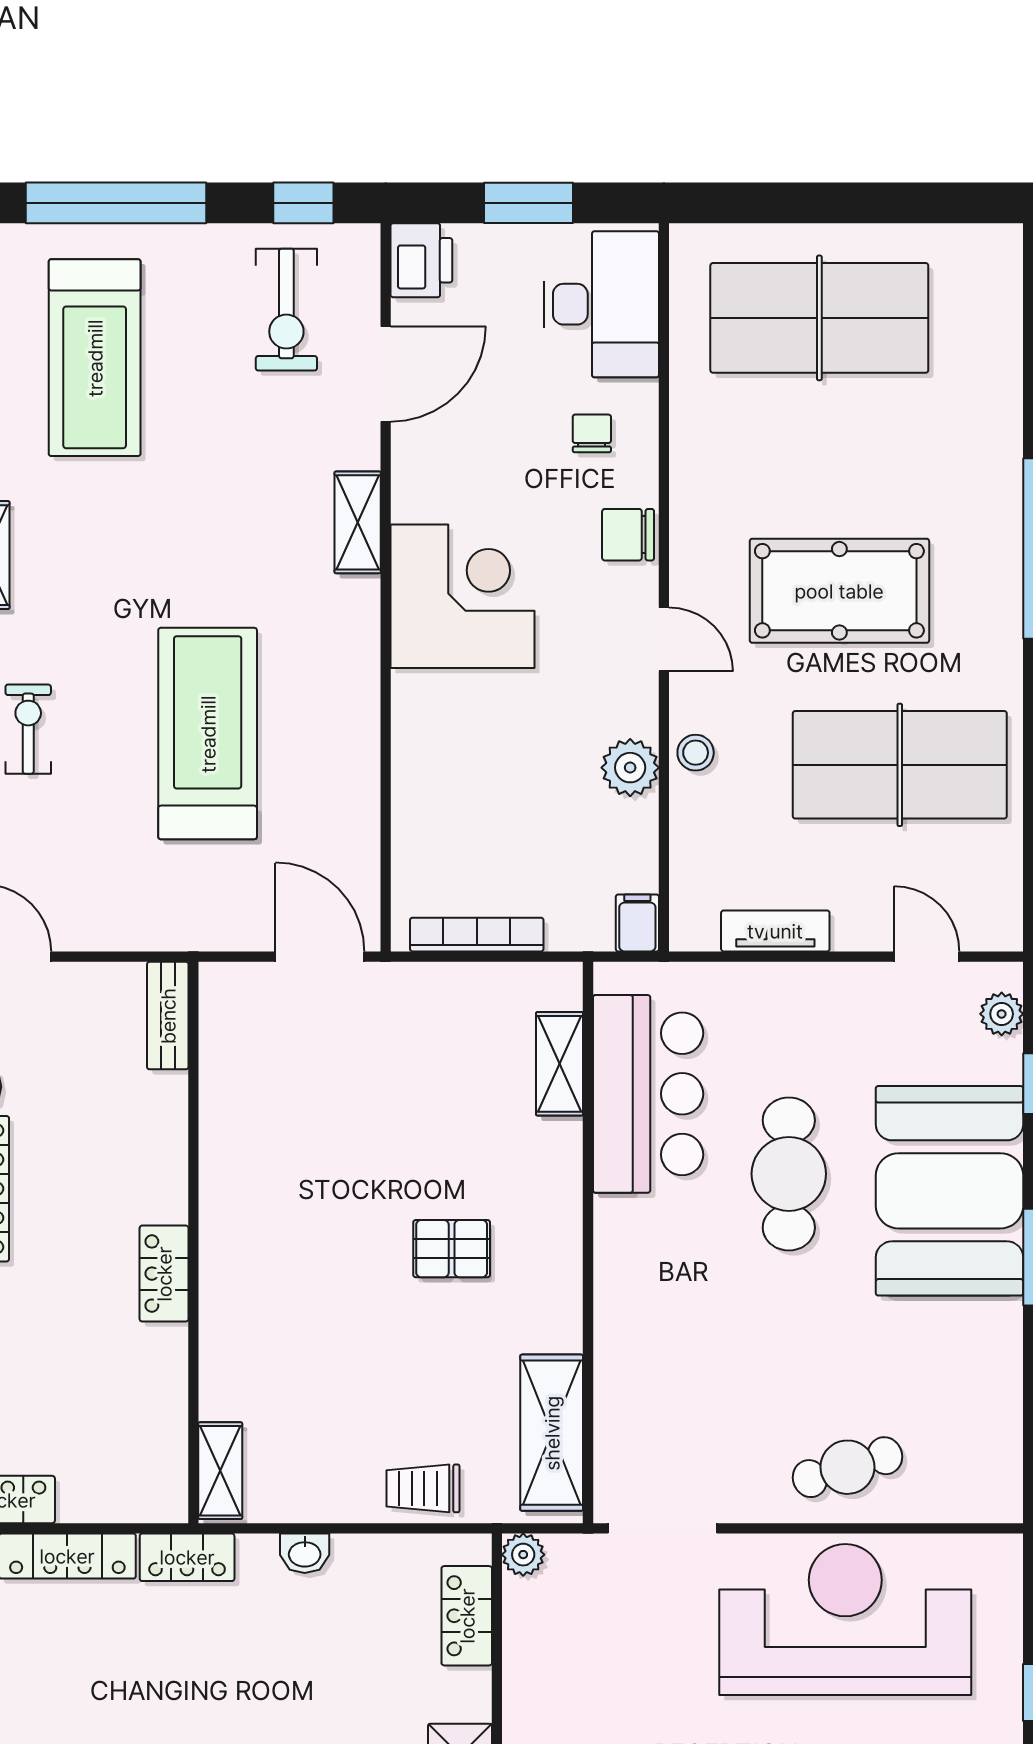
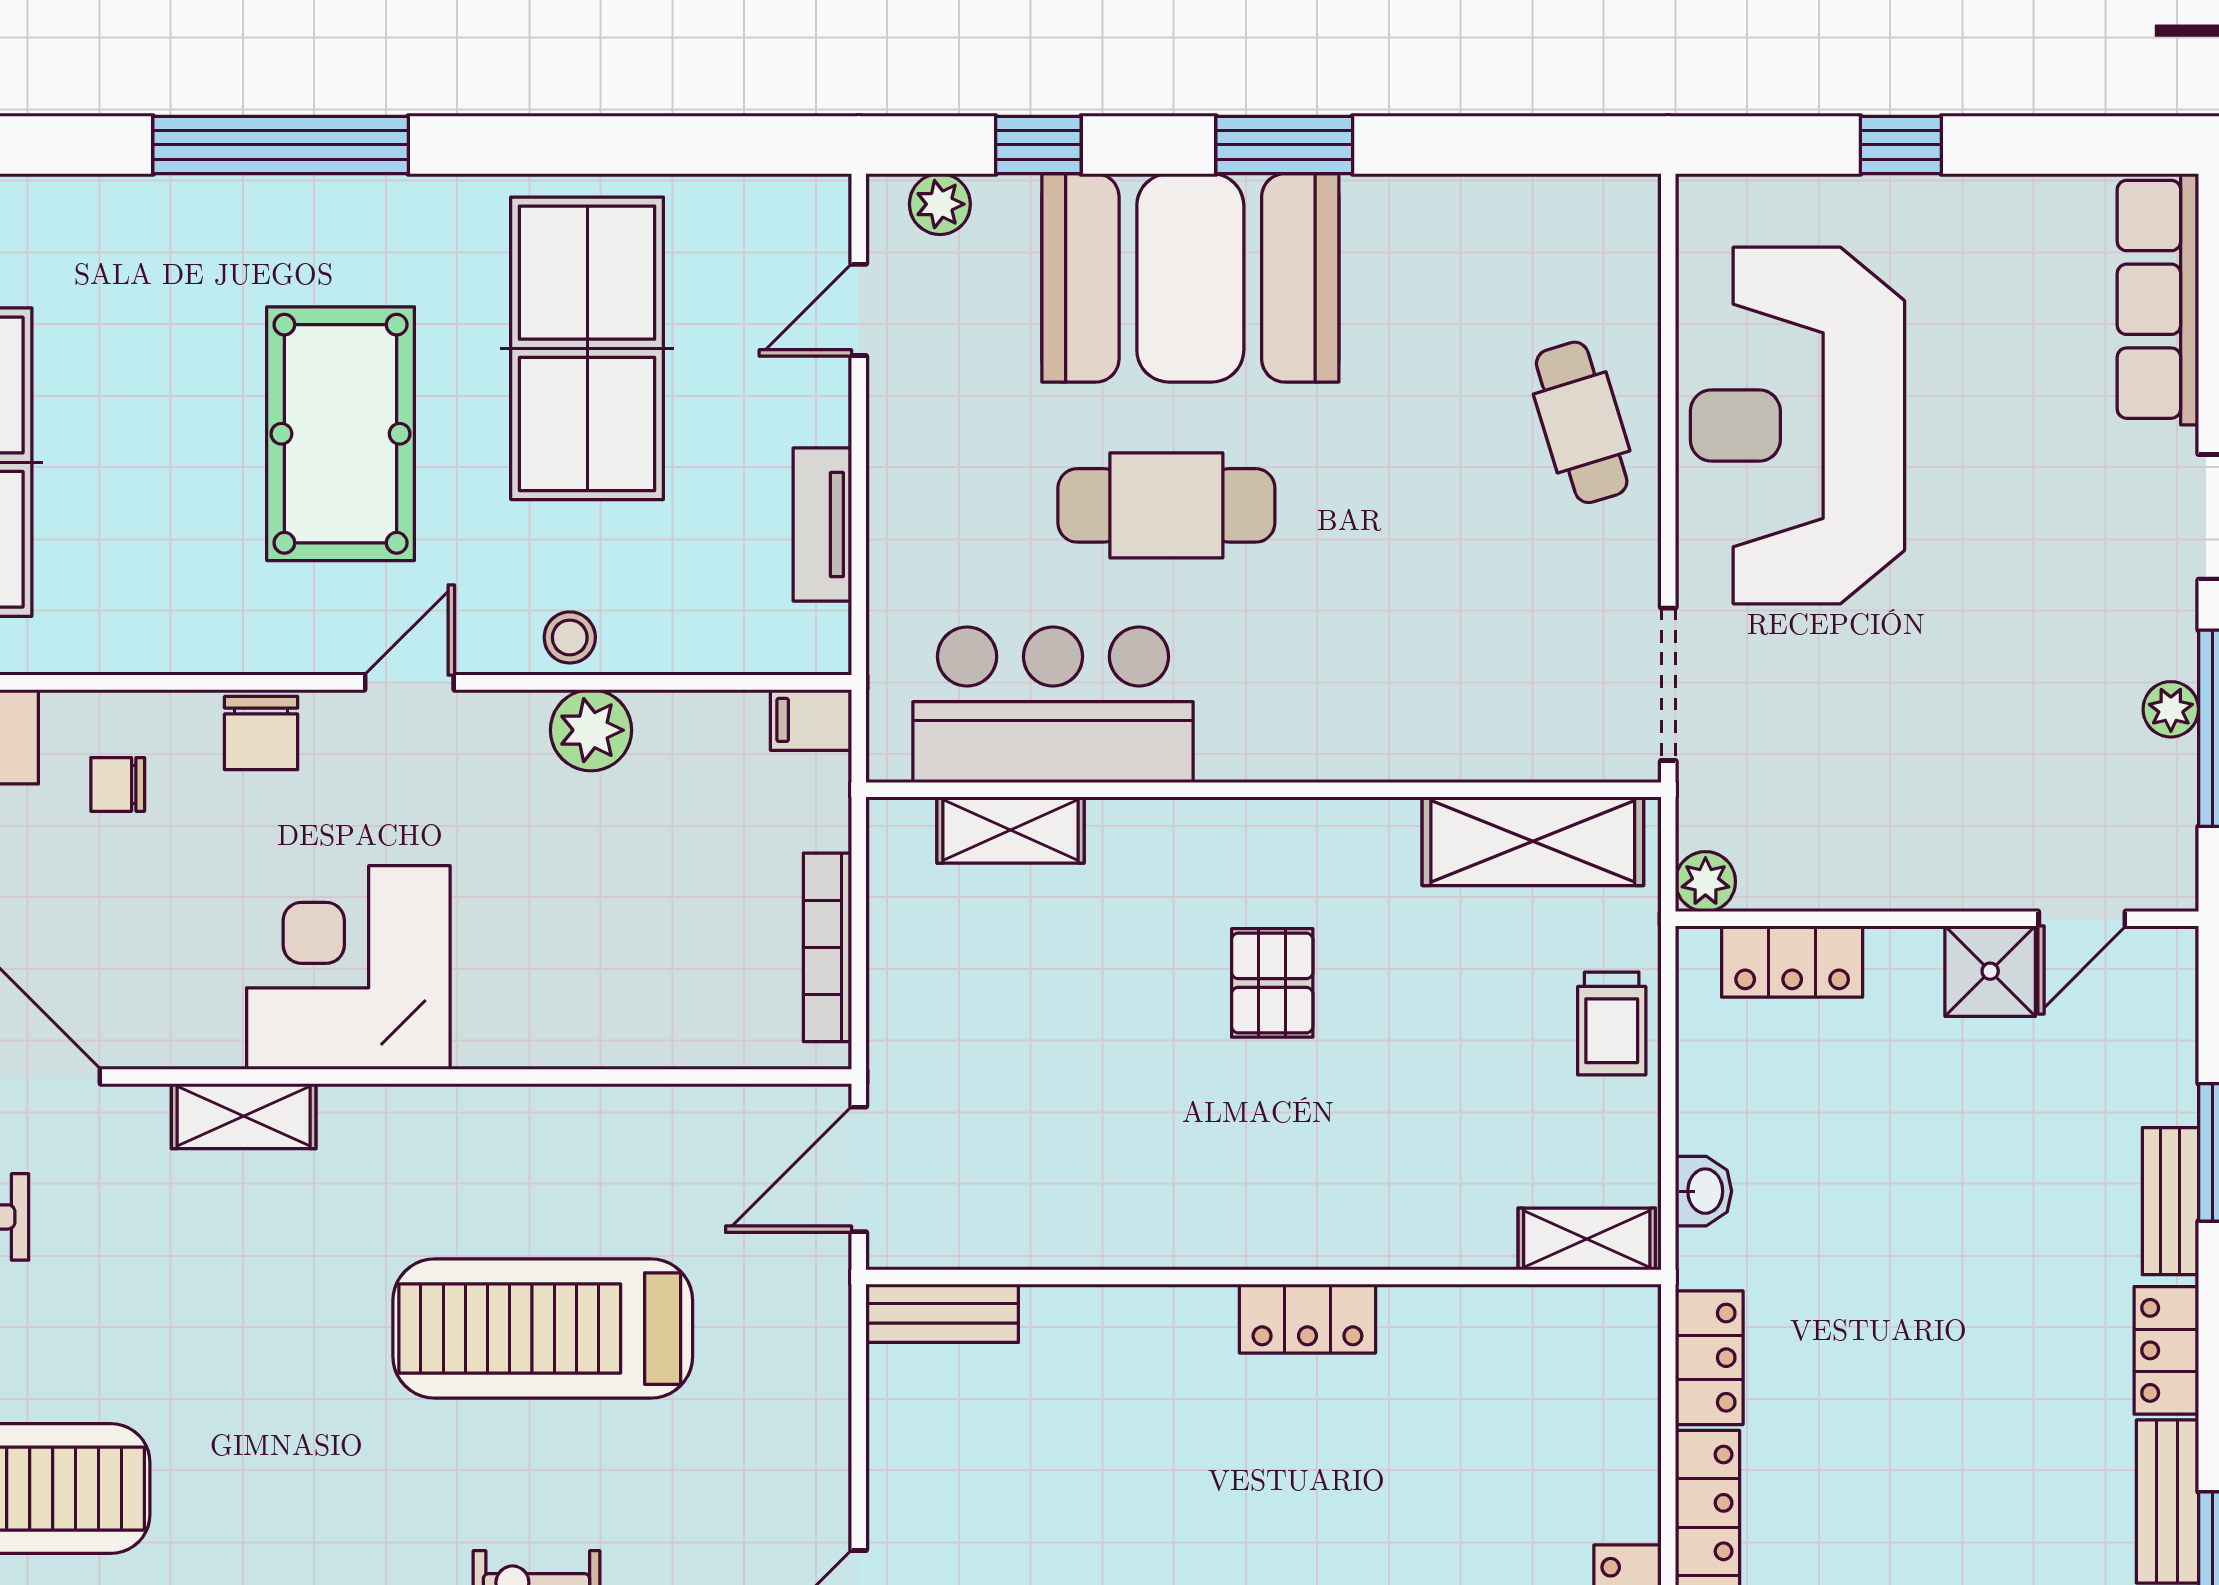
bench: (168, 1016) -> (942, 1313), moved
wall: (193, 1242) -> (1264, 1277), moved
locker: (164, 1274) -> (1307, 1319), moved
shelving: (220, 1471) -> (1587, 1239), moved

